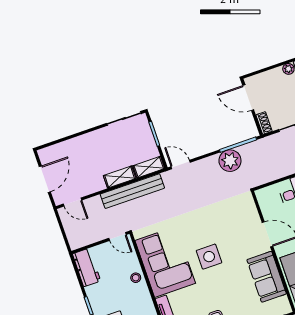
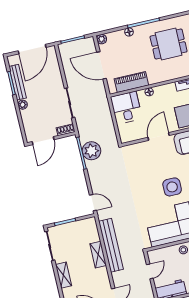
plant: (230, 161) -> (91, 151), moved
door: (181, 165) -> (93, 203), swing flipped
shelving: (149, 167) -> (64, 275), moved
door: (118, 236) -> (150, 271), moved

